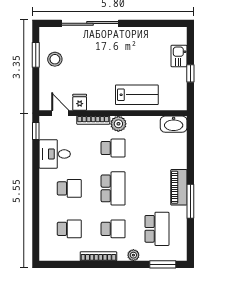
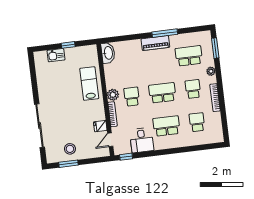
school desk: (69, 188) -> (166, 126), width x1.85

